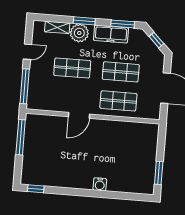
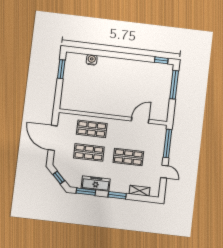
plant: (79, 33) -> (122, 185), removed
door: (27, 52) -> (164, 172), swing flipped
door: (79, 115) -> (140, 120), moved
window: (21, 137) -> (174, 85), moved
water cooler: (100, 184) -> (92, 60), moved

